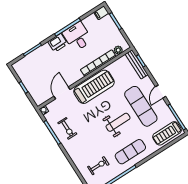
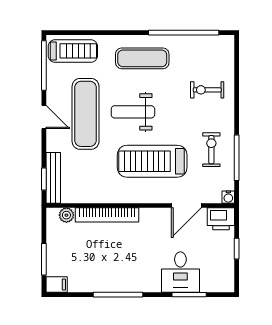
desk: (77, 37) -> (180, 272), moved
printer: (58, 43) -> (221, 219), moved, turned 180
treadmill: (94, 87) -> (152, 161), moved
door: (160, 92) -> (44, 117), hinge flipped
exercise bike: (98, 166) -> (207, 90), moved

